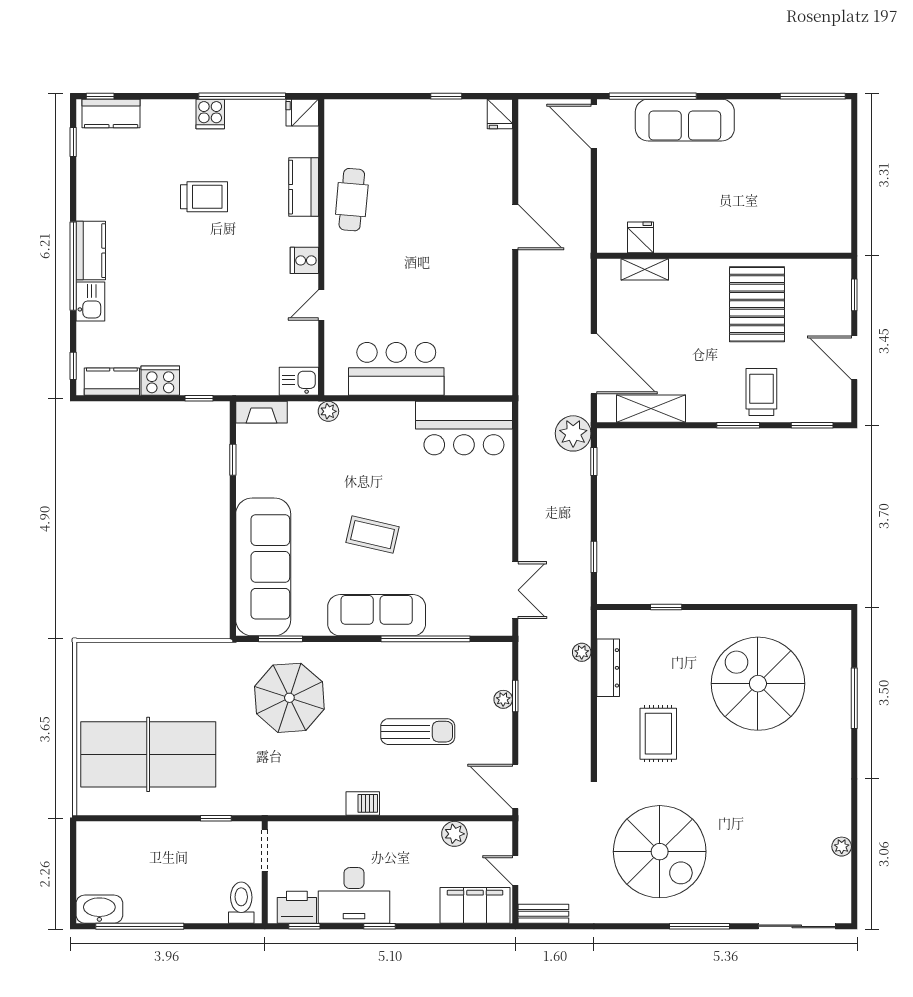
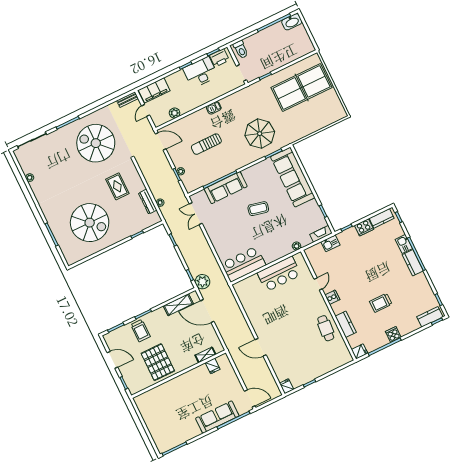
kitchen sink: (299, 381) -> (330, 243), moved
sofa: (377, 615) -> (226, 188), moved
door: (515, 870) -> (146, 110), swing flipped

